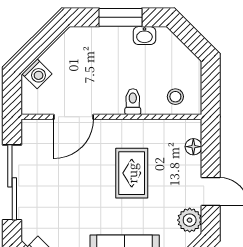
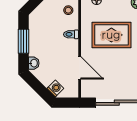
washbasin: (144, 36) -> (34, 63), moved
rug: (132, 173) -> (111, 35), width x1.36, depth x1.43

